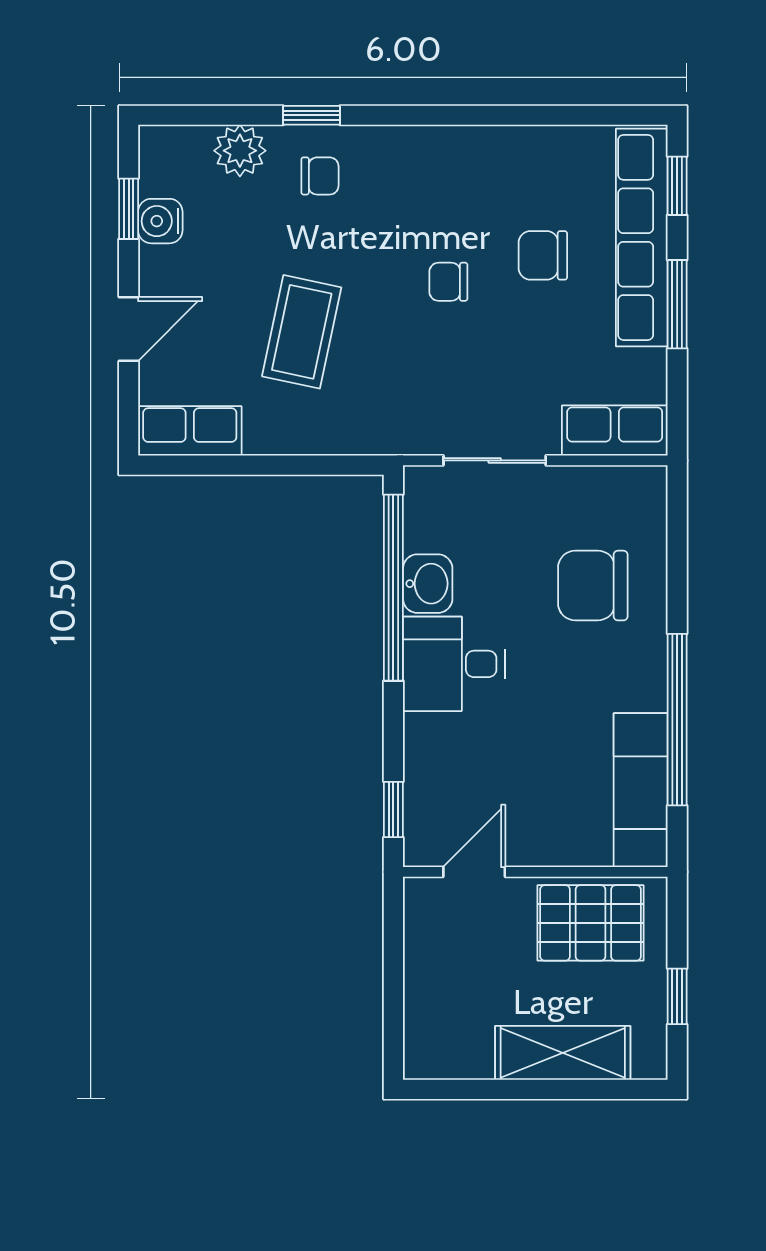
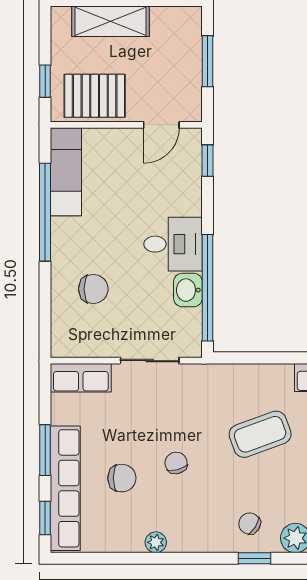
plant: (484, 143) -> (156, 542), added
chair: (320, 176) -> (250, 524), turned 32
chair: (448, 282) -> (176, 463), turned -105
coffee table: (302, 332) -> (260, 434), turned 58
chair: (593, 586) -> (93, 289), width x0.73, depth x0.73
window: (393, 983) -> (208, 61), added
window: (677, 996) -> (45, 81), moved

